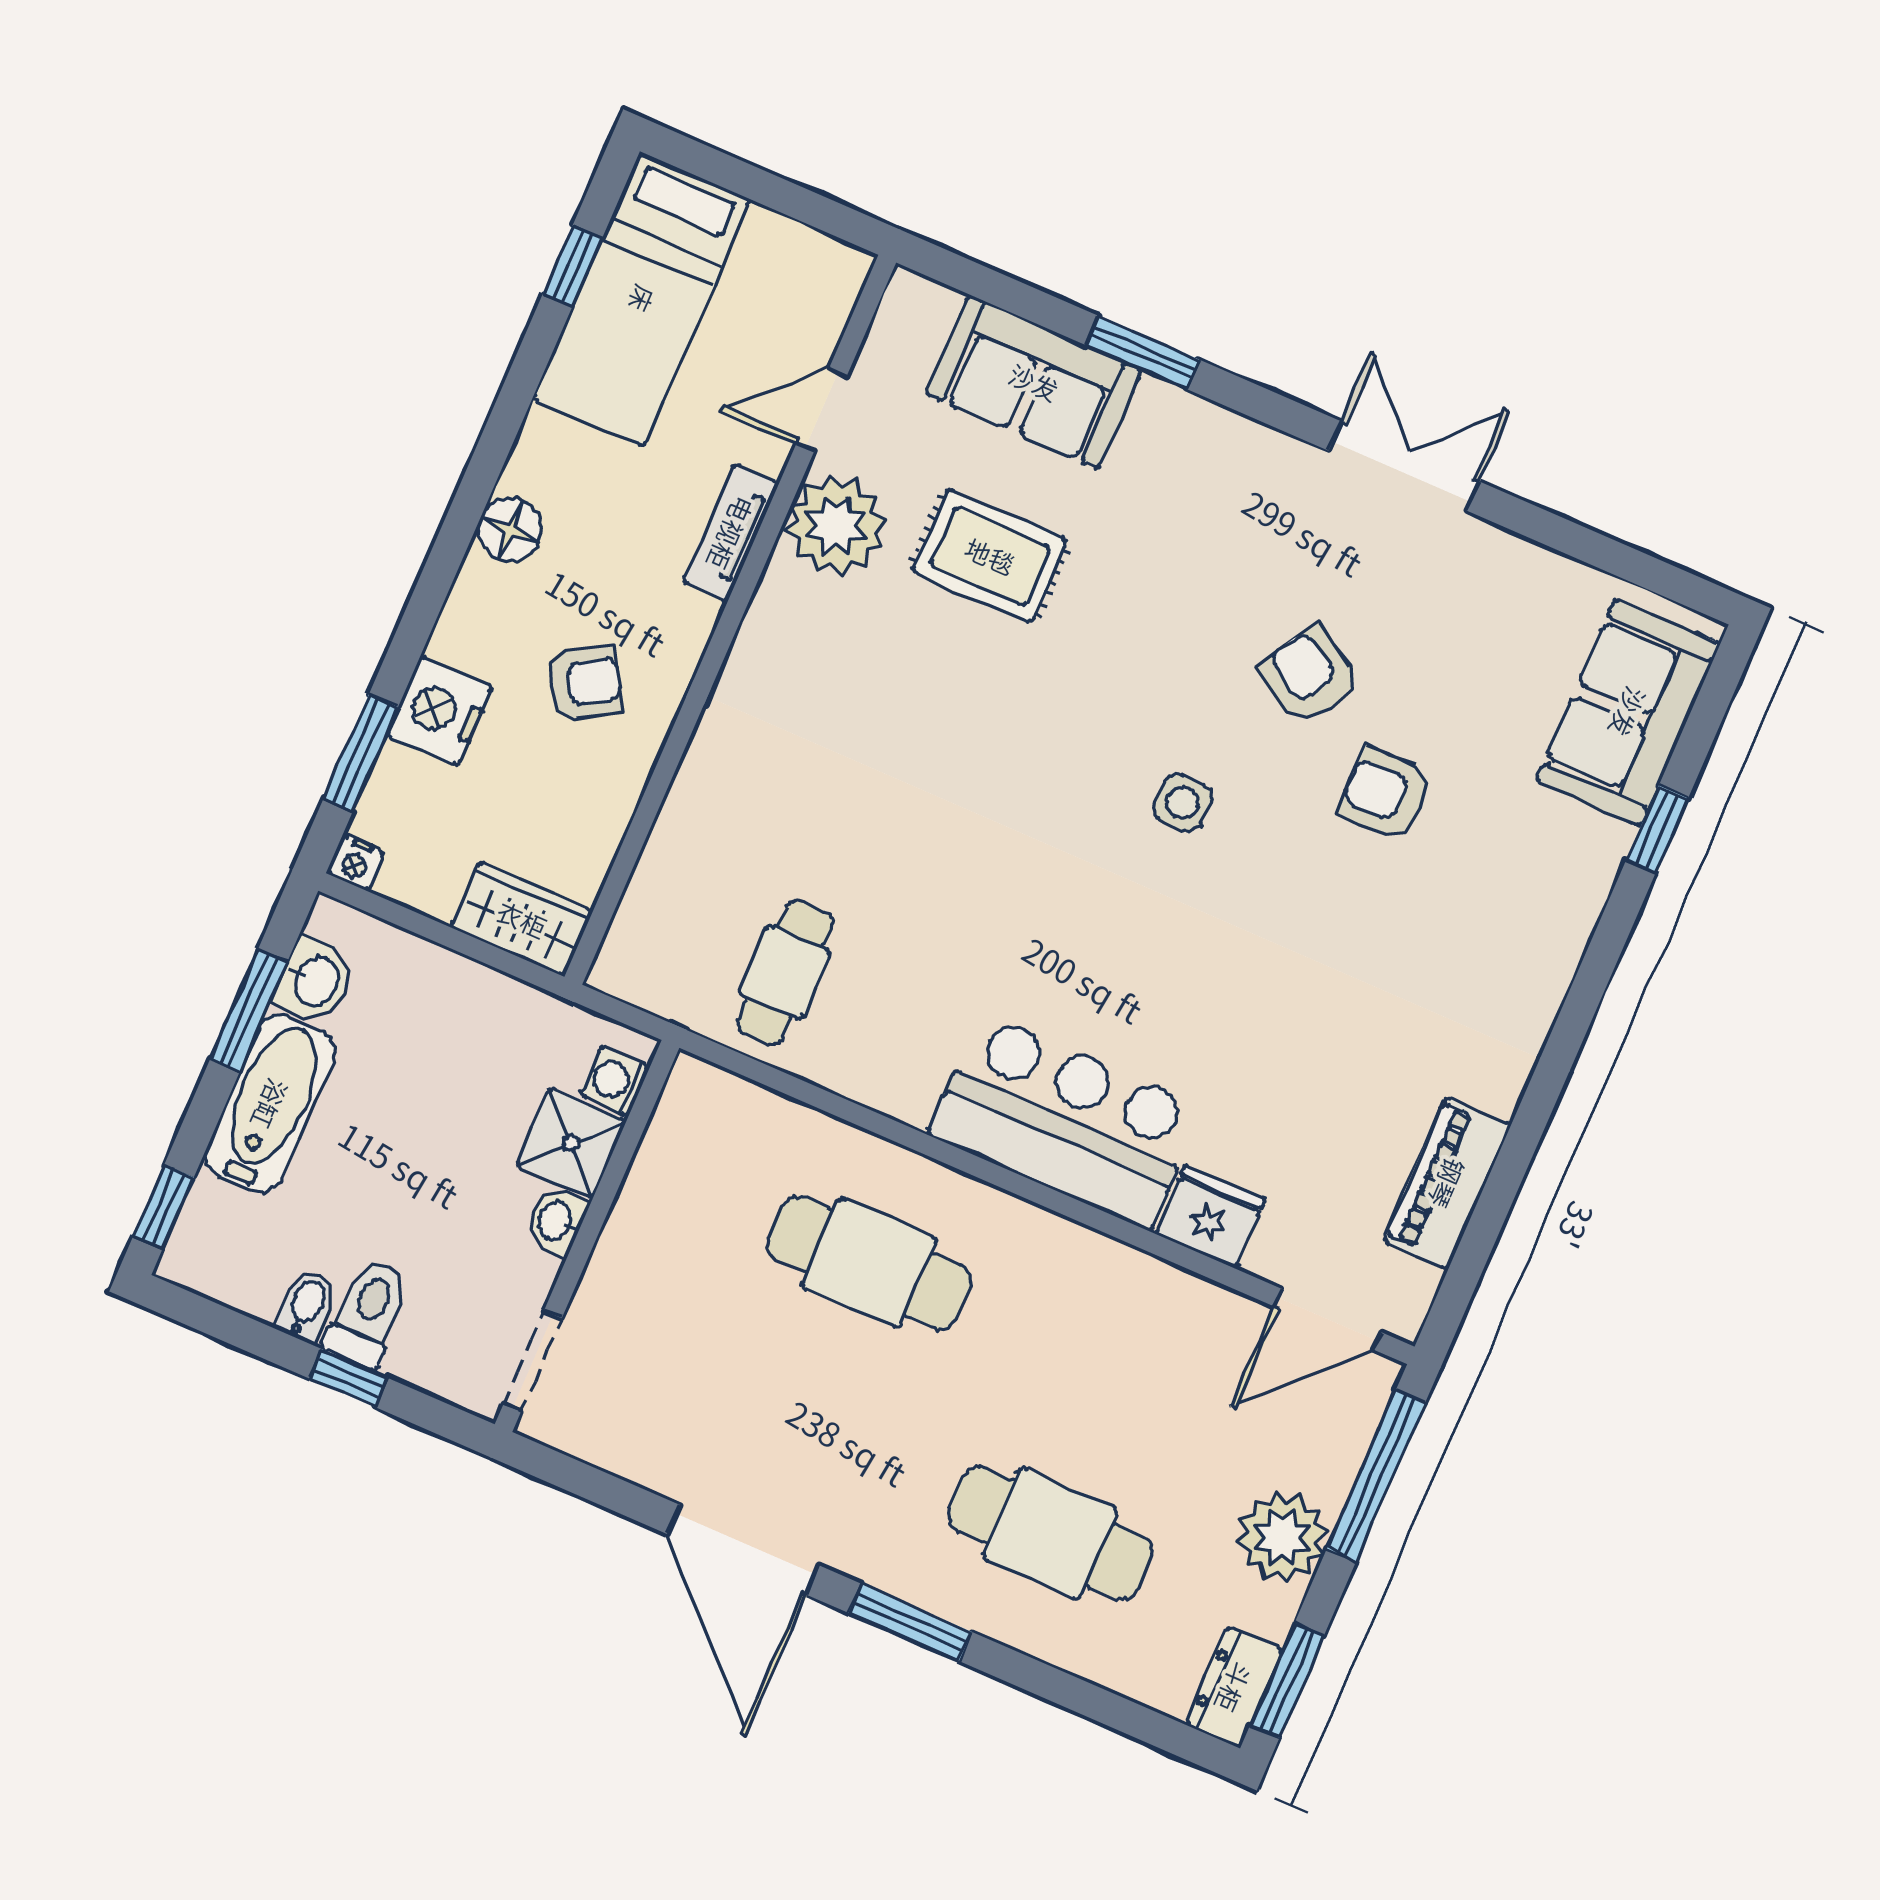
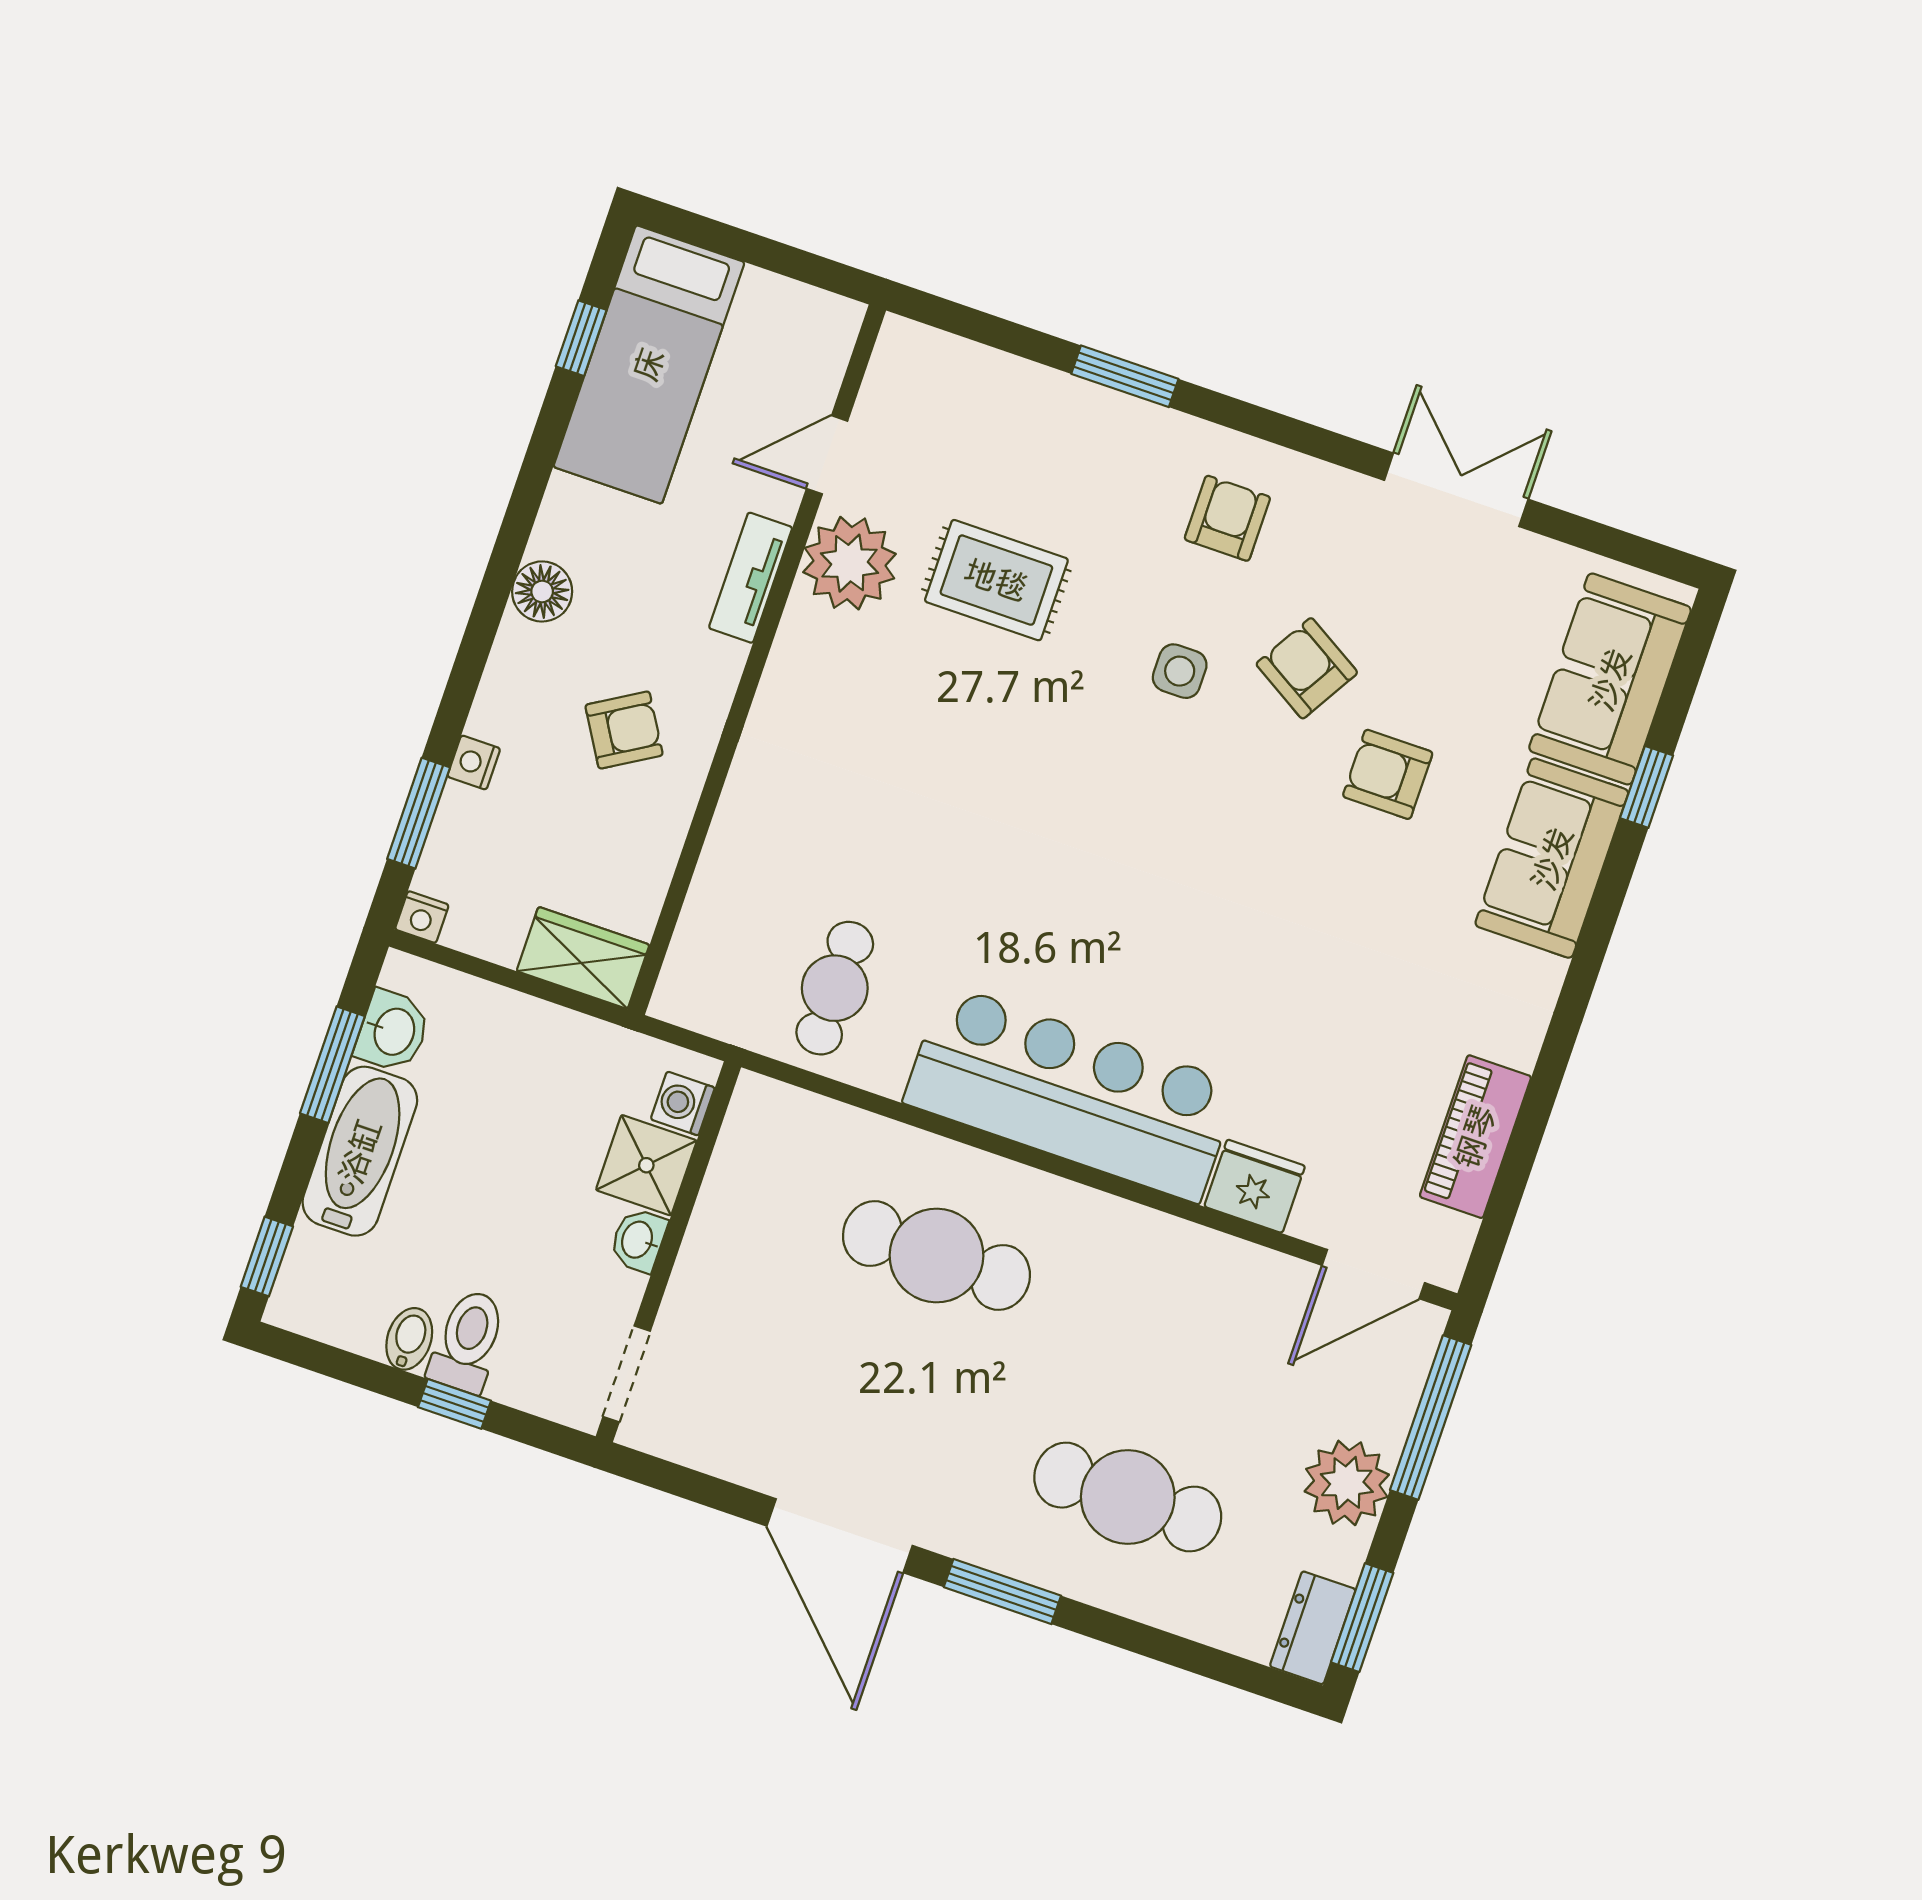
sofa: (1034, 382) -> (1552, 858), moved, turned 90
double door: (1404, 466) -> (1456, 490), moved
armchair: (1238, 511) -> (1227, 518), added
nightstand: (439, 711) -> (474, 763), width x0.53, depth x0.56
side table: (1183, 802) -> (1180, 671), moved
bar counter: (1066, 1121) -> (1071, 1093), width x1.36

